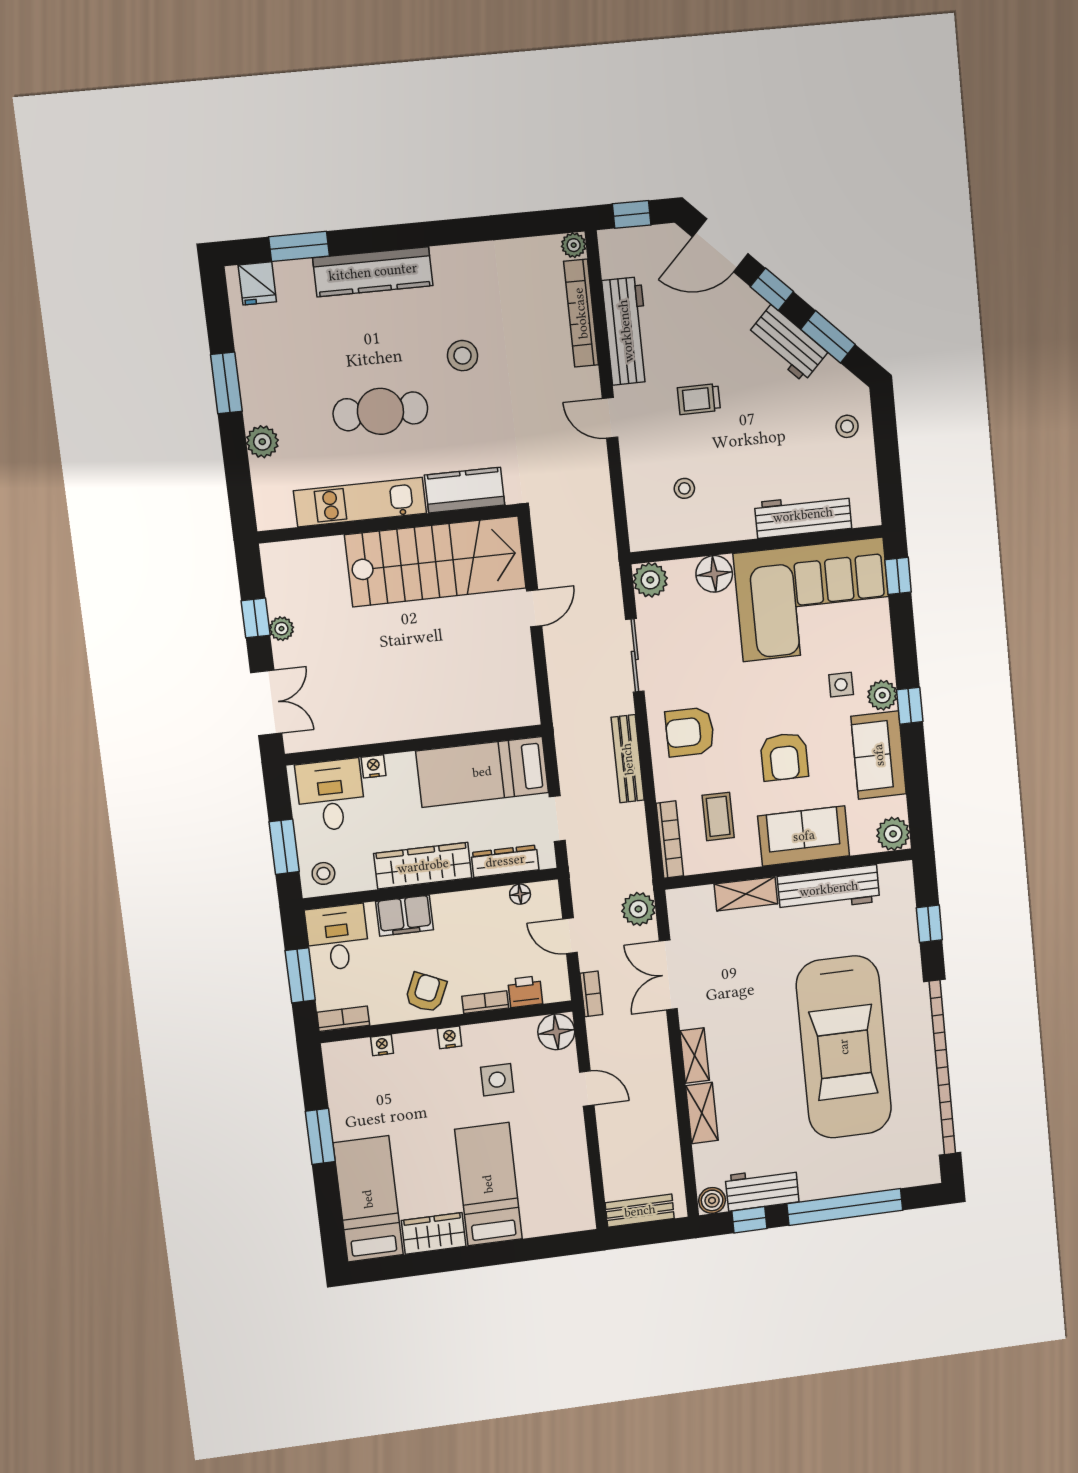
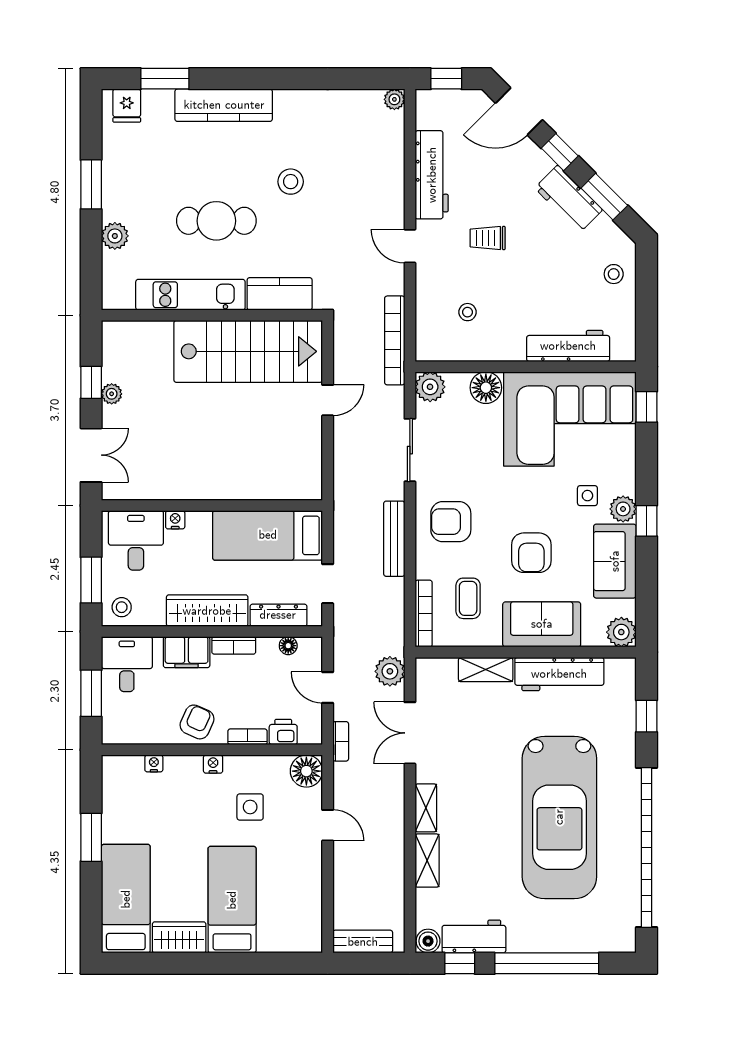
bookcase: (581, 313) -> (395, 340), moved
bookcase: (343, 1019) -> (234, 645), moved, turned 180

